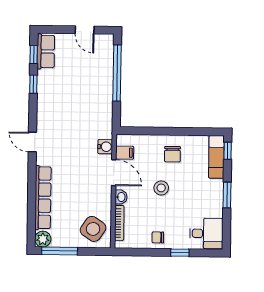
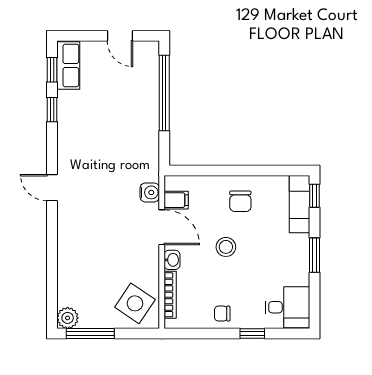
row of seats: (43, 198) -> (67, 262), removed

